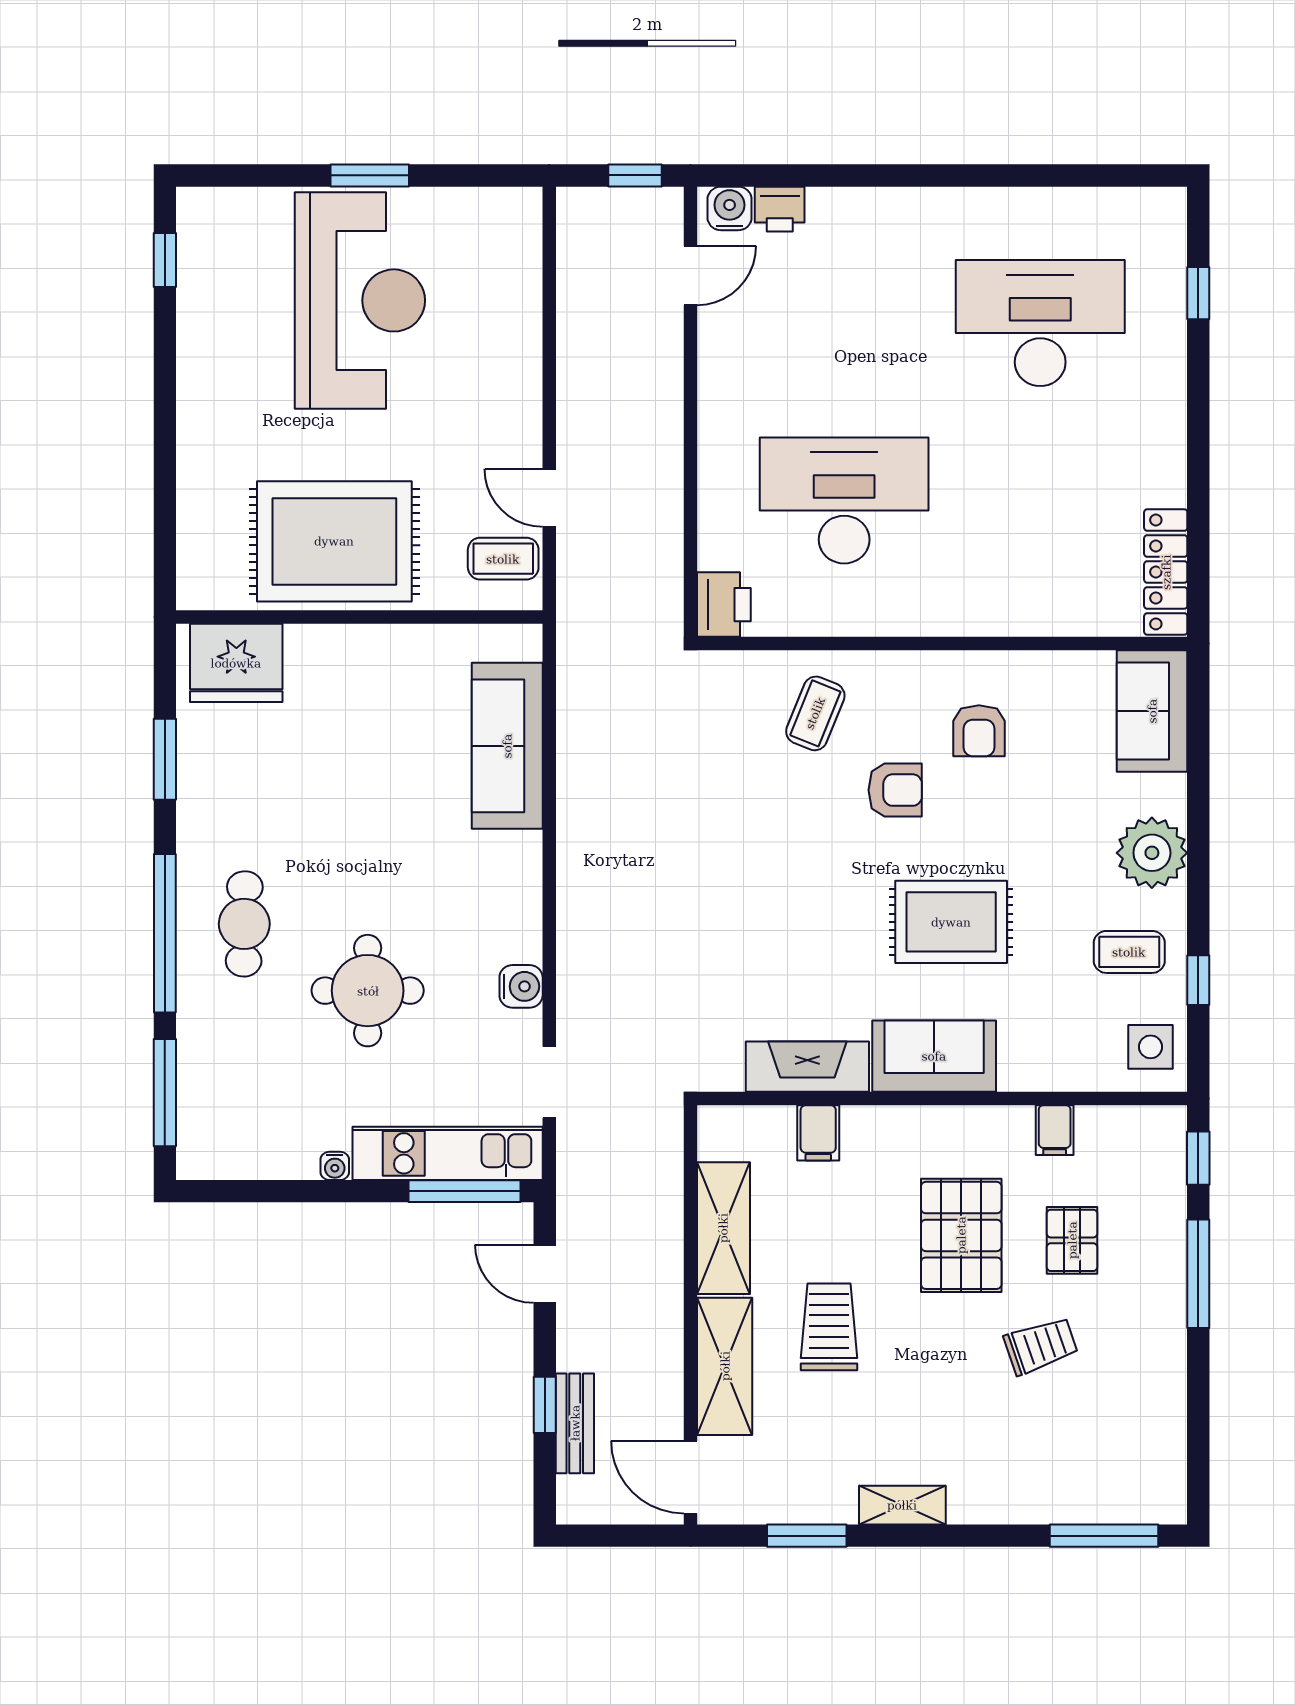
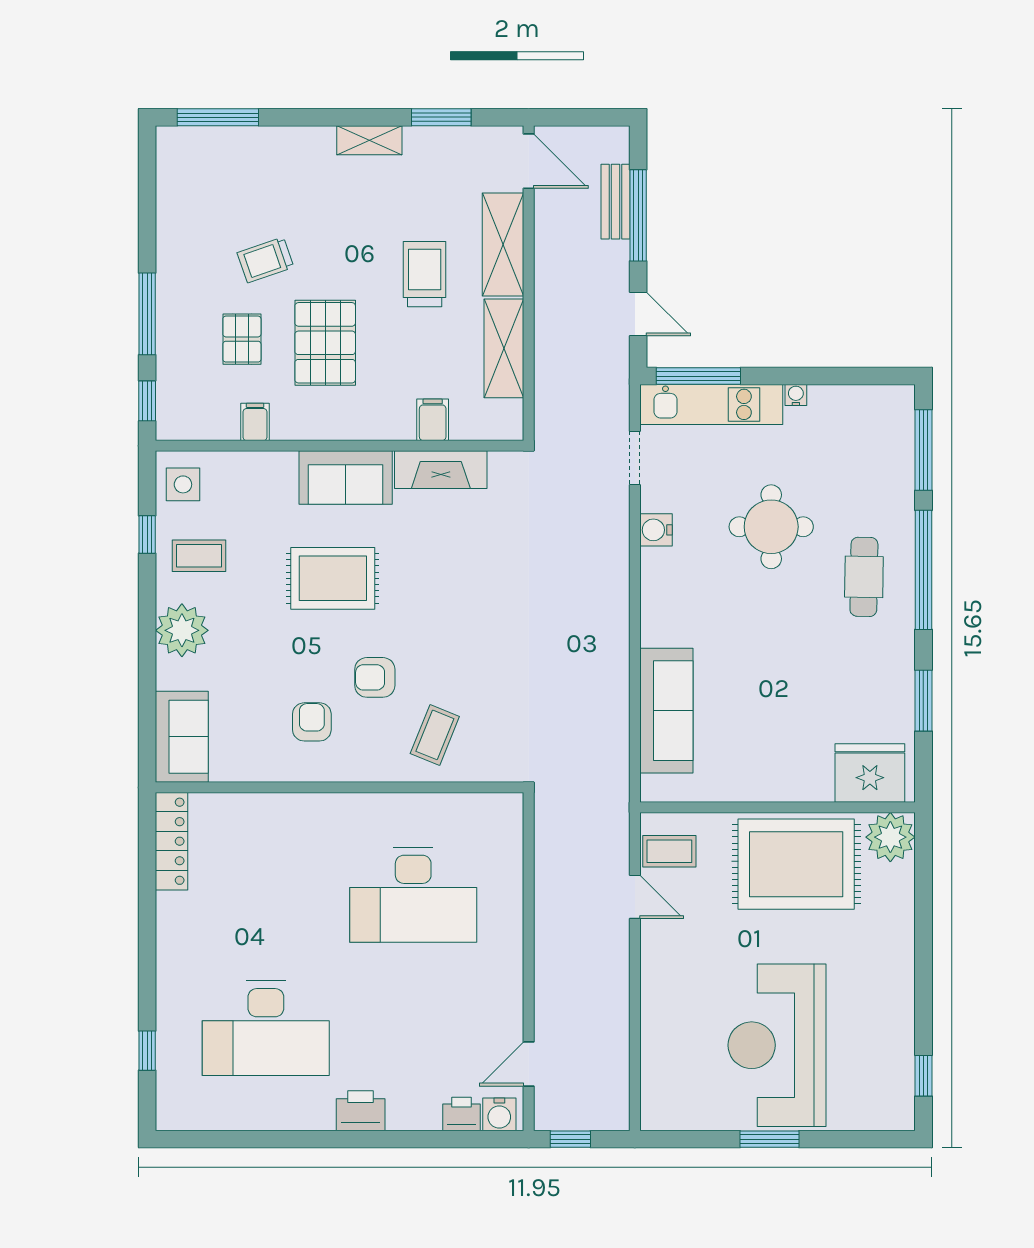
plant: (209, 577) -> (890, 837), added
printer: (724, 605) -> (361, 1111), moved, turned 90
trolley: (829, 1327) -> (425, 274), turned 180
window: (545, 1405) -> (638, 215), width x2.17

